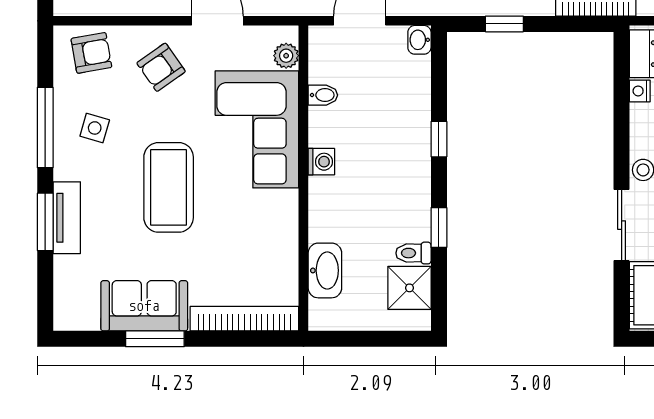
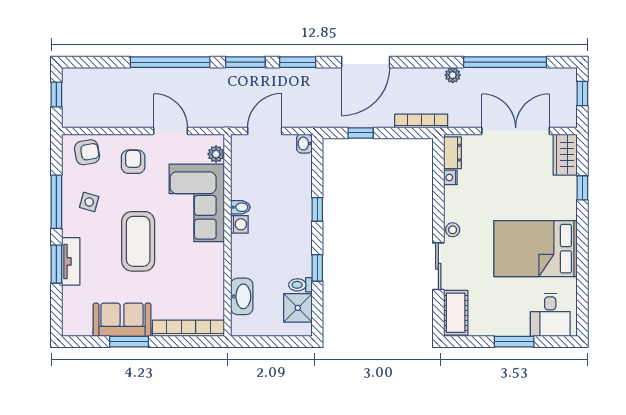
armchair: (161, 67) -> (133, 162), turned 125
bidet: (323, 95) -> (240, 207), moved

